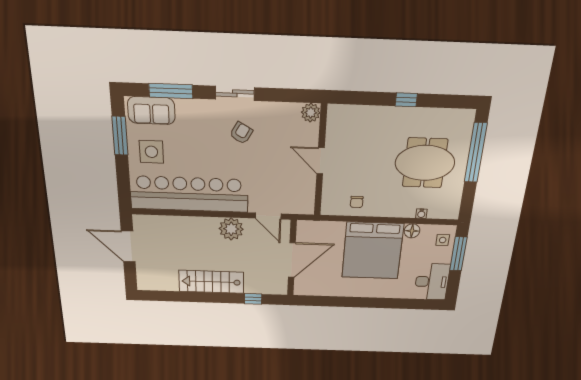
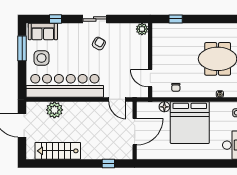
window: (171, 91) -> (55, 19), width x0.46
window: (406, 100) -> (176, 19), moved
door: (321, 161) -> (150, 78), moved
plant: (231, 229) -> (54, 110), moved
floor lamp: (412, 231) -> (164, 107), moved
stairs: (211, 282) -> (58, 151), moved

